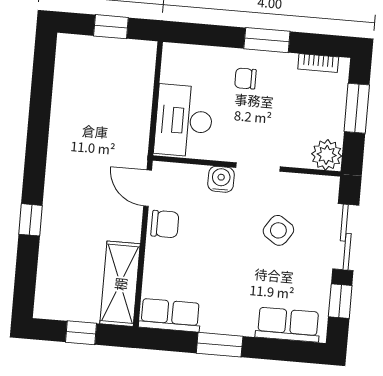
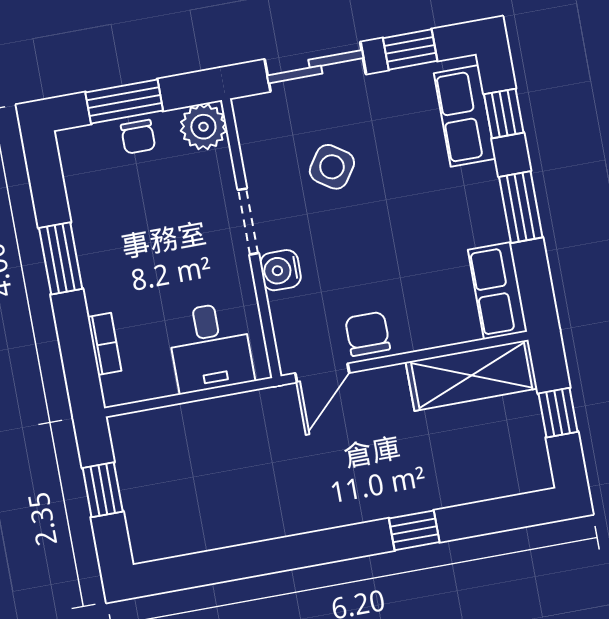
bookcase: (318, 63) -> (104, 344), moved
chair: (245, 79) -> (138, 137), moved
desk: (184, 121) -> (210, 347), width x0.73
window: (283, 350) -> (504, 113), added

